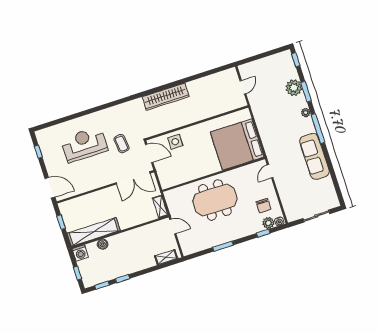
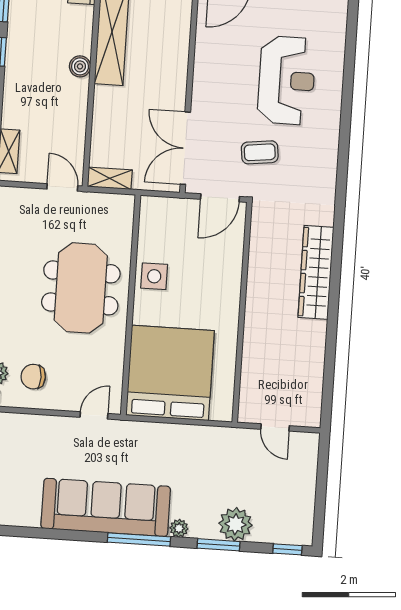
side table: (175, 142) -> (154, 276), moved
sofa: (314, 156) -> (106, 507), width x1.36, depth x1.27
door: (270, 171) -> (94, 415), hinge flipped
door: (173, 226) -> (62, 187), swing flipped
boiler: (103, 244) -> (80, 66), moved

